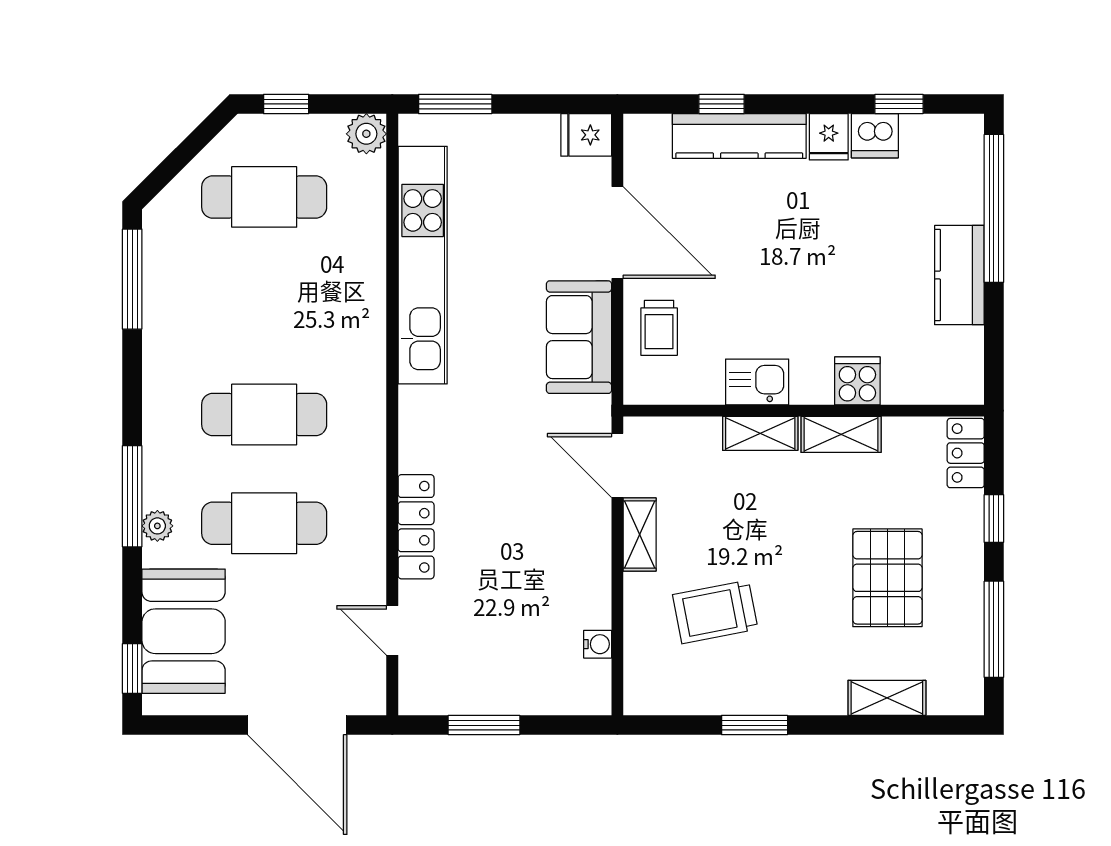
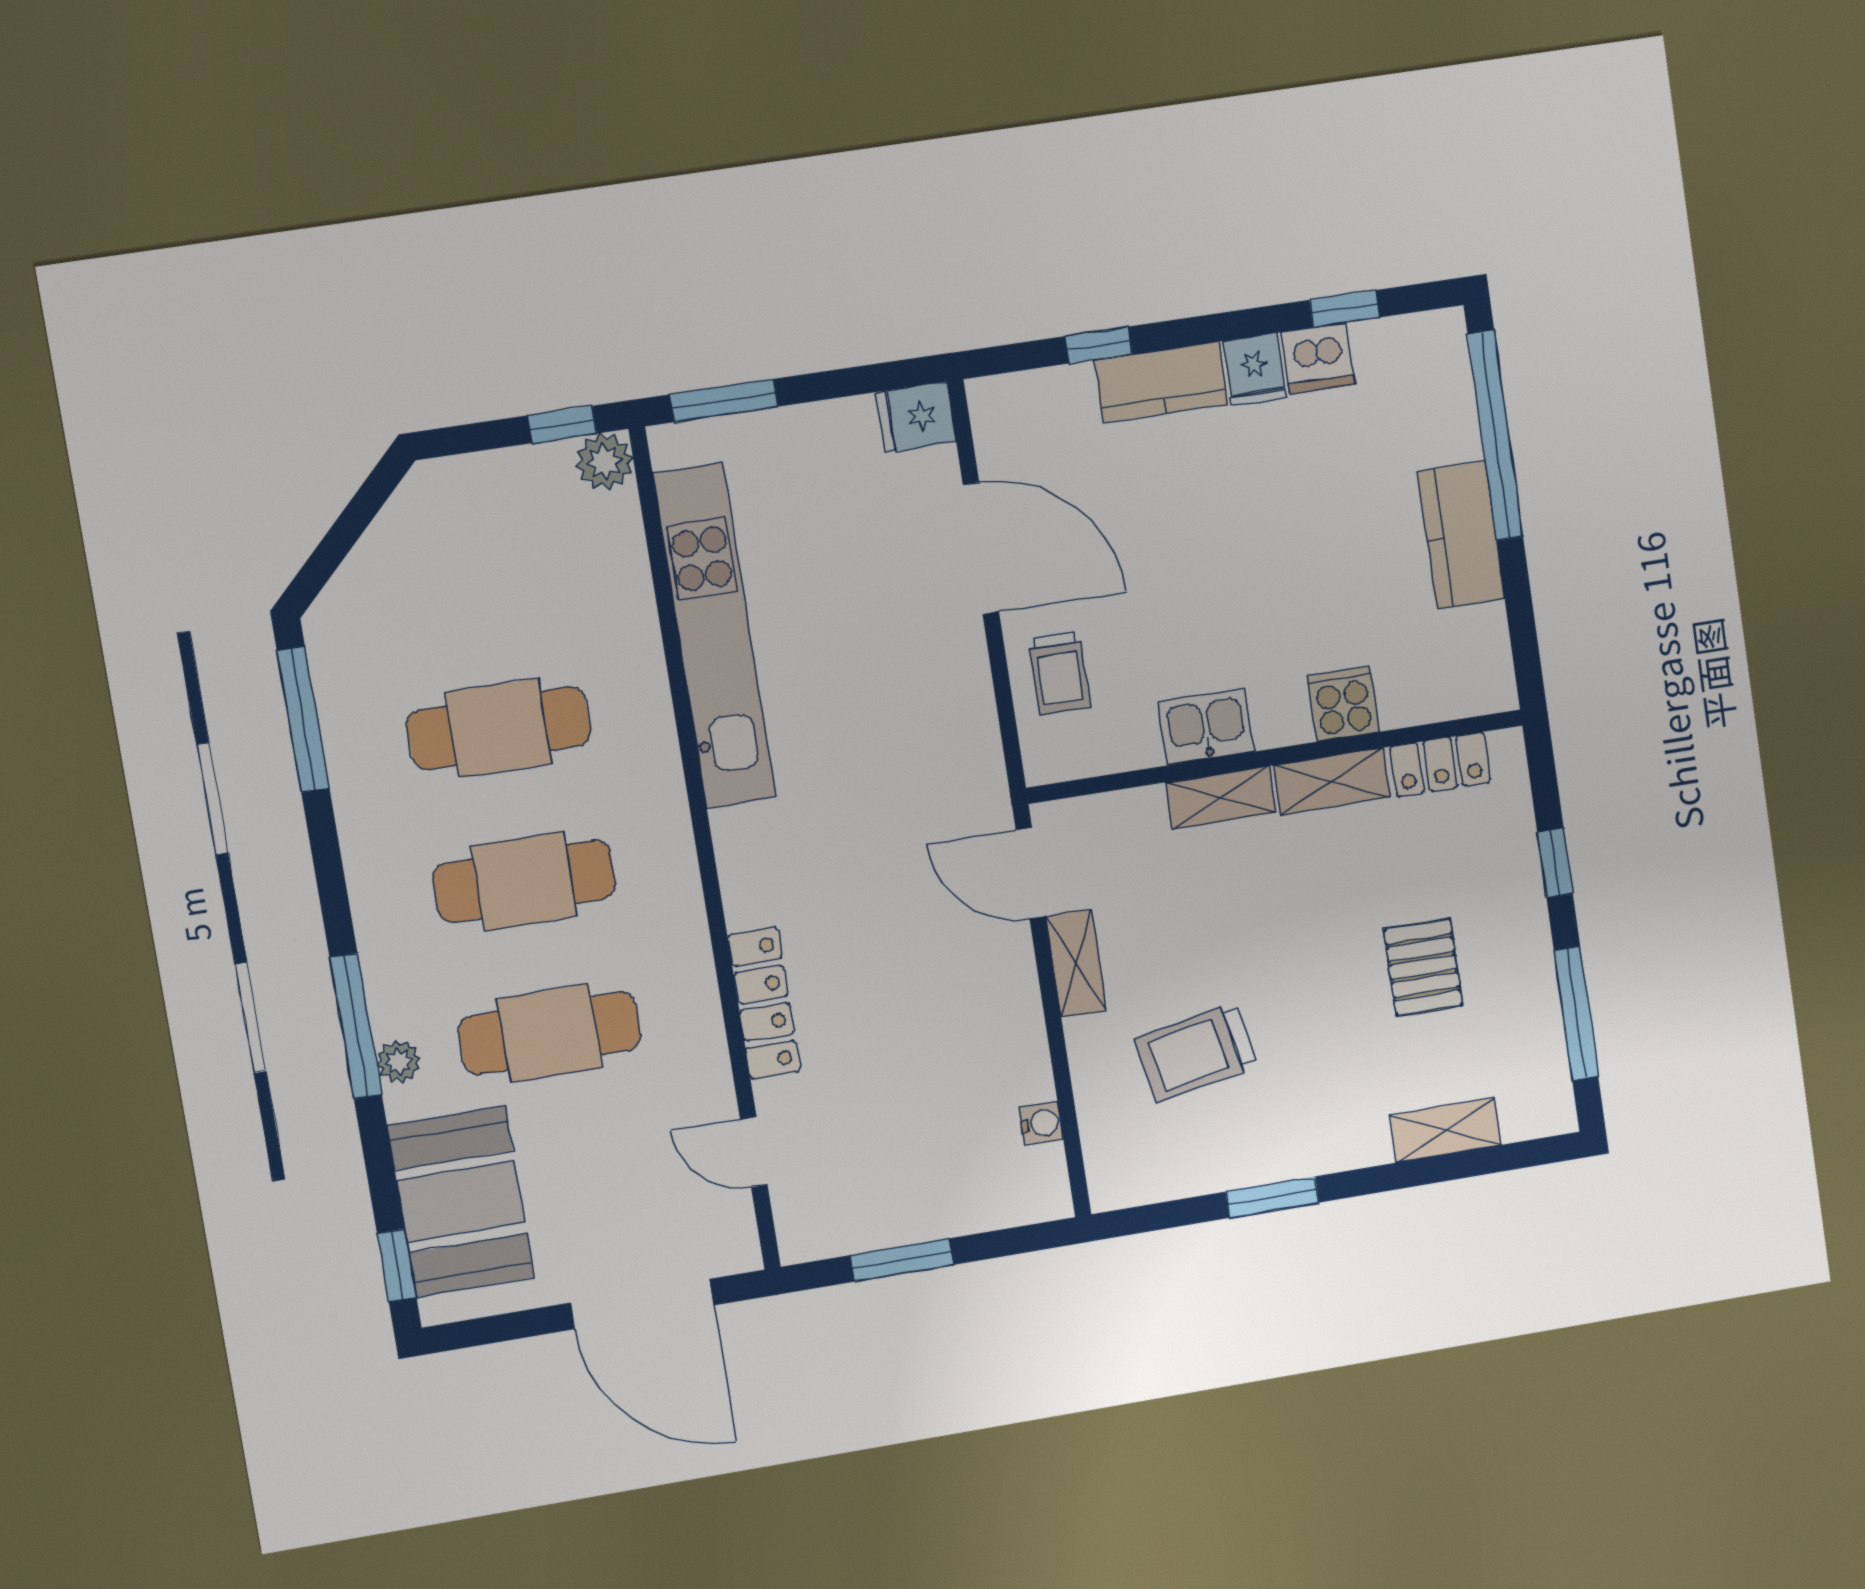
window: (286, 104) -> (562, 424), moved
kitchen counter: (739, 136) -> (1161, 382), width x0.67
cafe table: (264, 197) -> (499, 728), moved
sofa: (579, 337) -> (950, 703), removed
locker: (966, 453) -> (1440, 765), moved, turned -90
pallet: (887, 578) -> (1423, 967), width x0.67, depth x0.71

